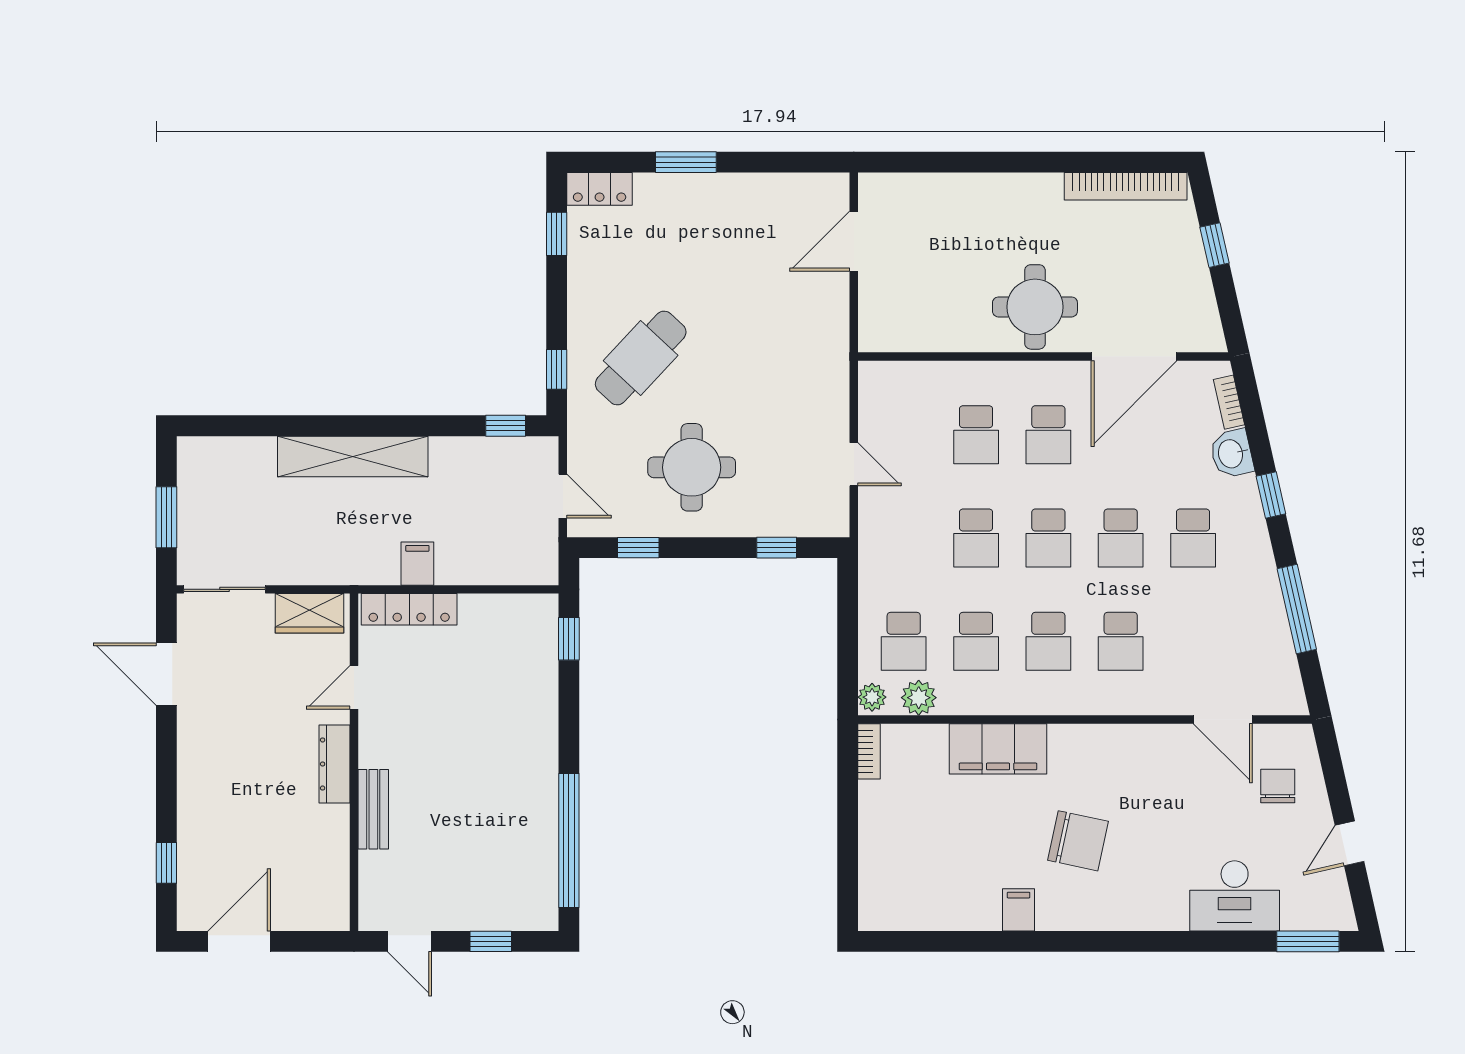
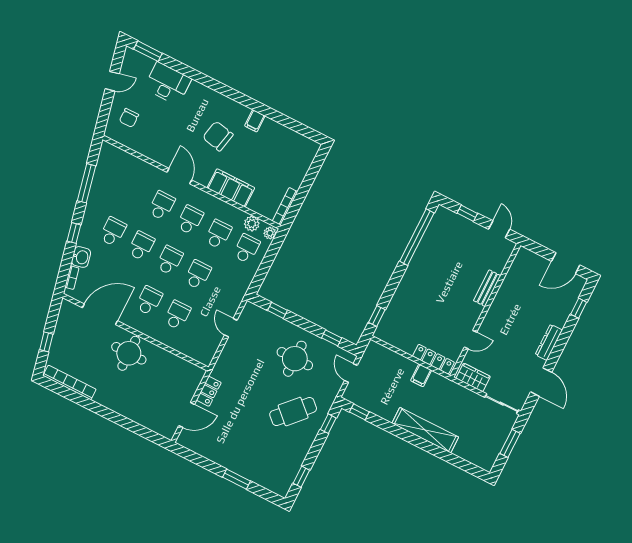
locker: (600, 189) -> (209, 391), moved, turned 90
door: (1223, 719) -> (179, 176), moved
bookcase: (869, 751) -> (285, 206), width x1.56
dresser: (335, 764) -> (549, 342), moved, turned 180

